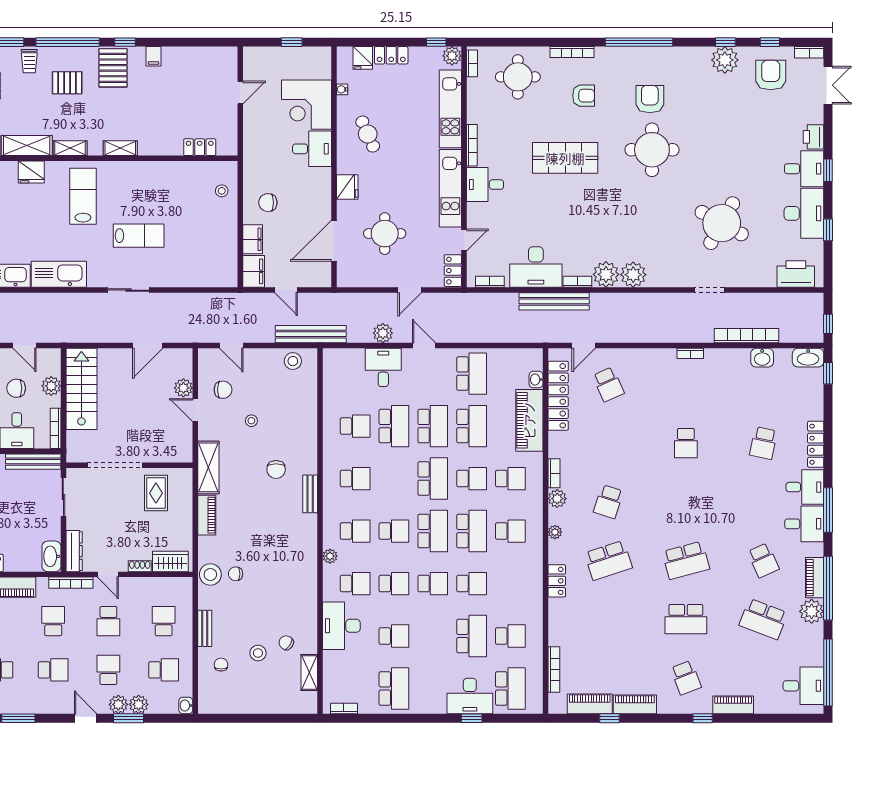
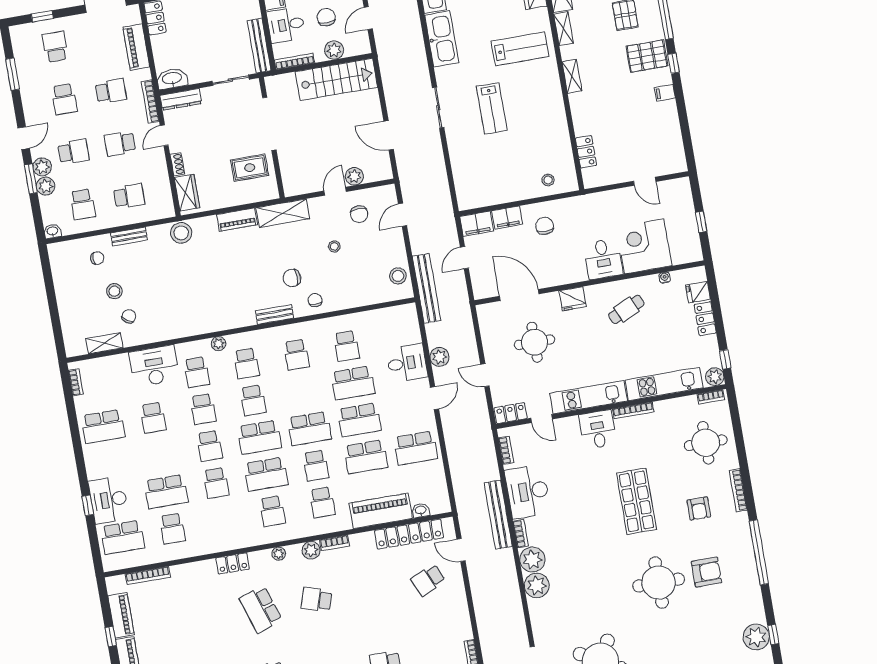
chair: (236, 574) -> (315, 300), moved

